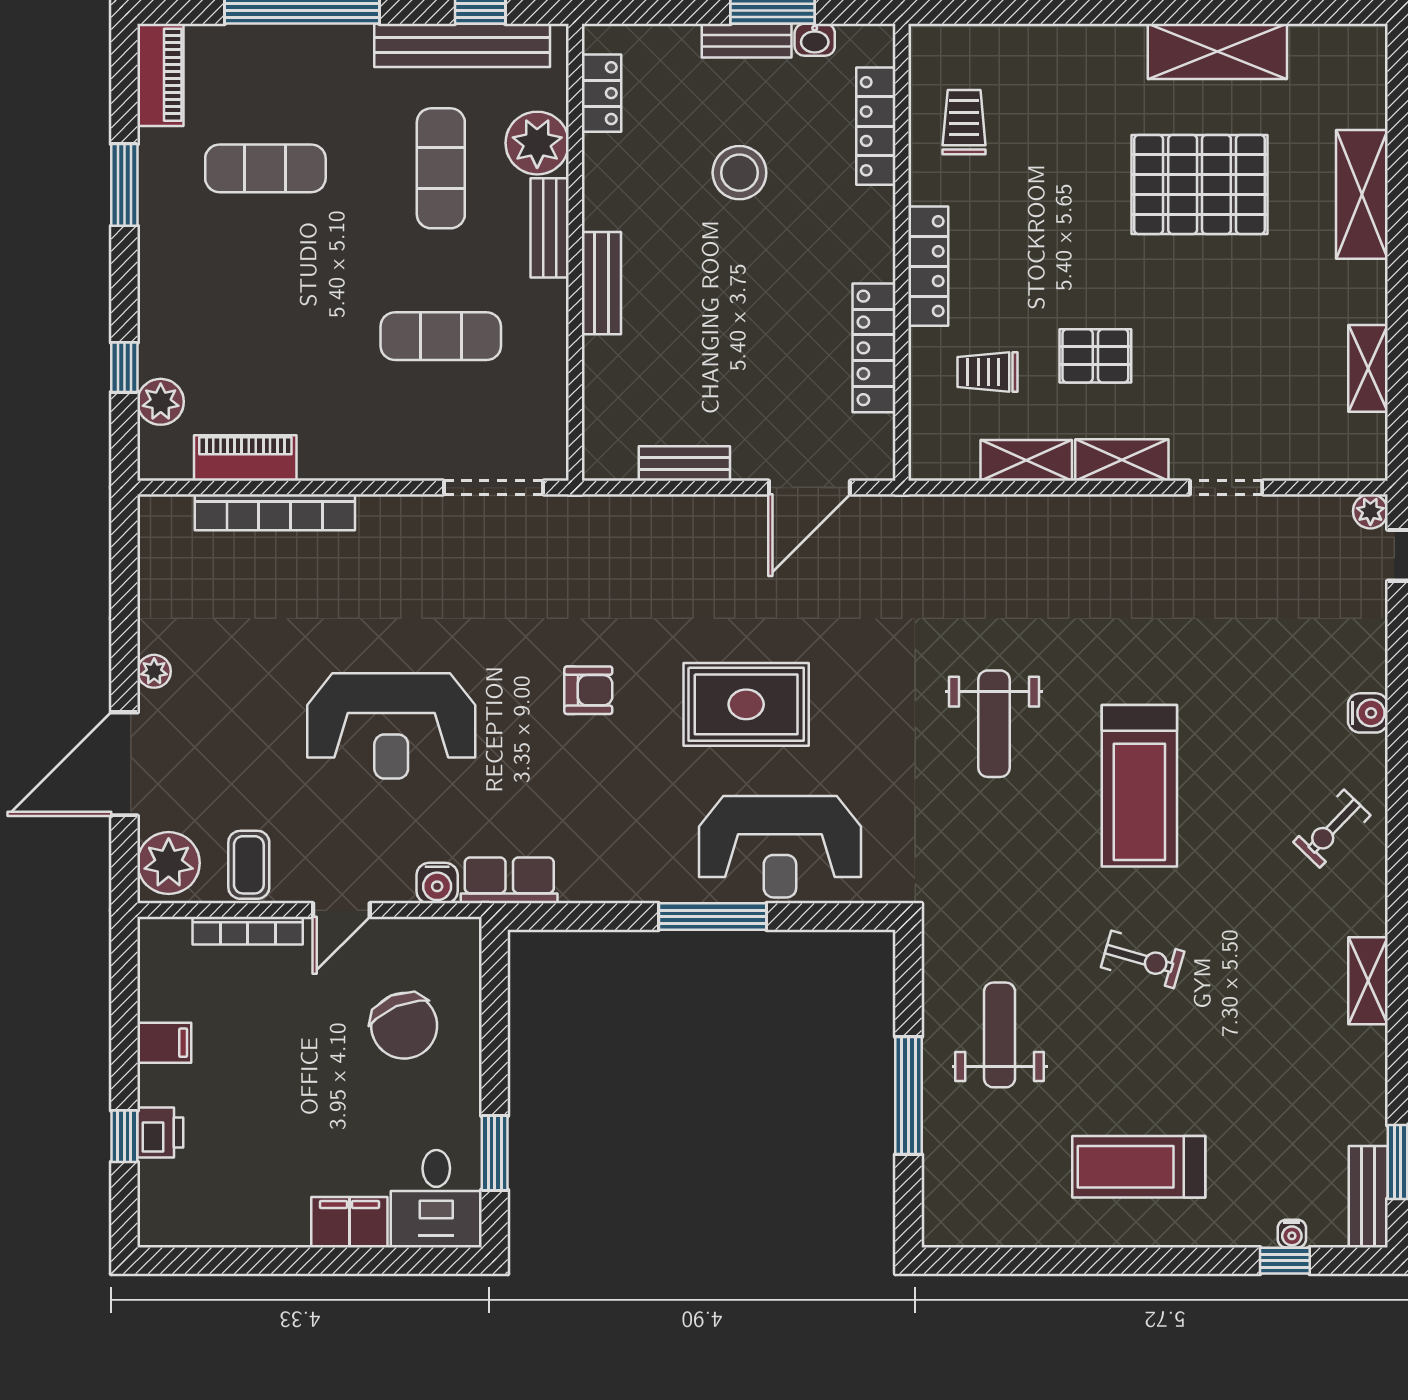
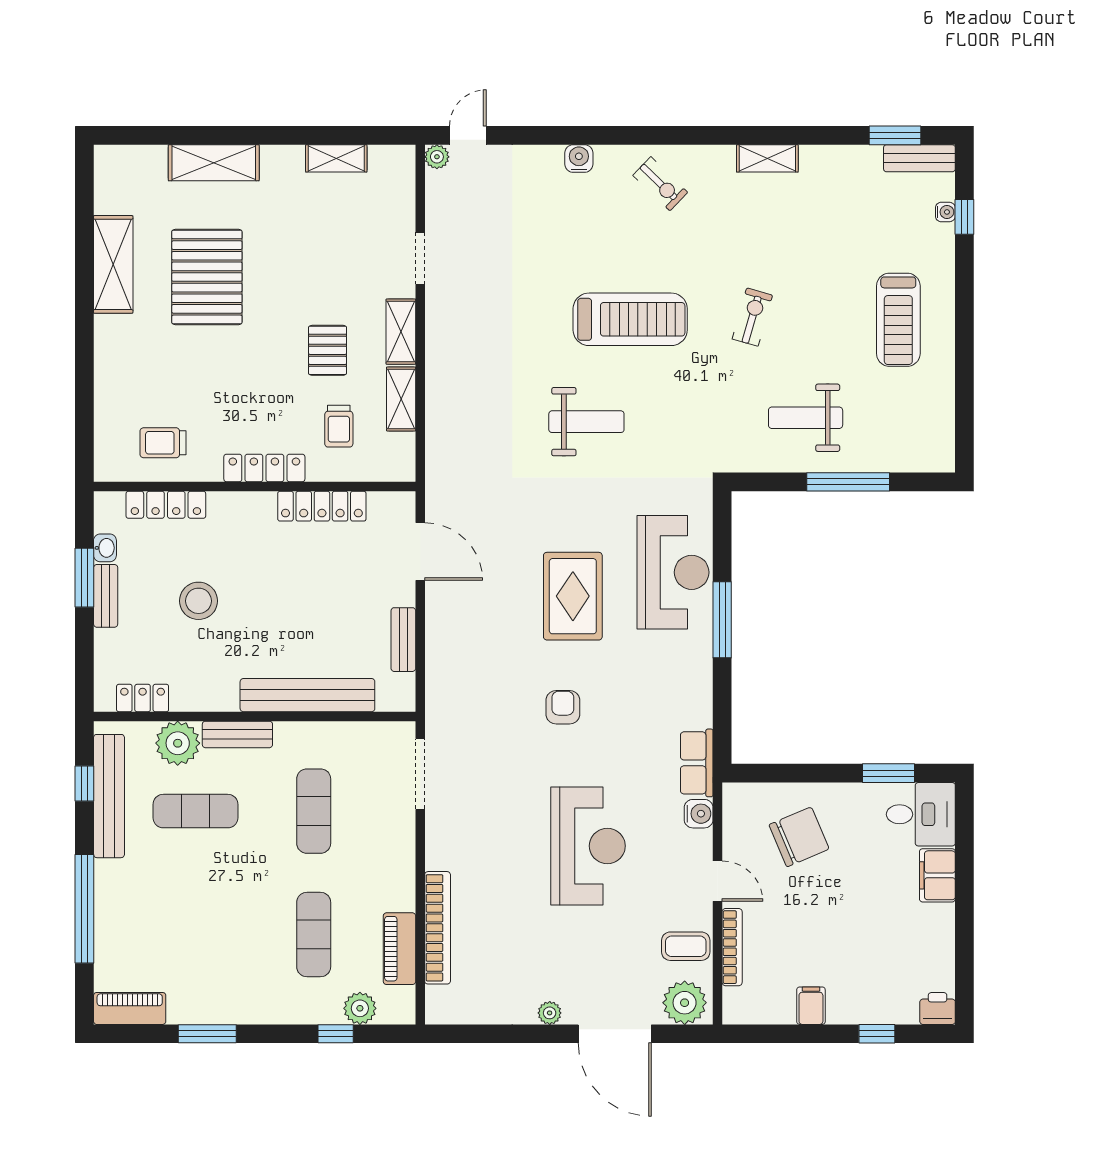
exercise mat: (265, 168) -> (314, 935), moved
bench: (601, 283) -> (307, 695), width x1.86, depth x1.21
printer: (160, 1132) -> (938, 1009), moved

